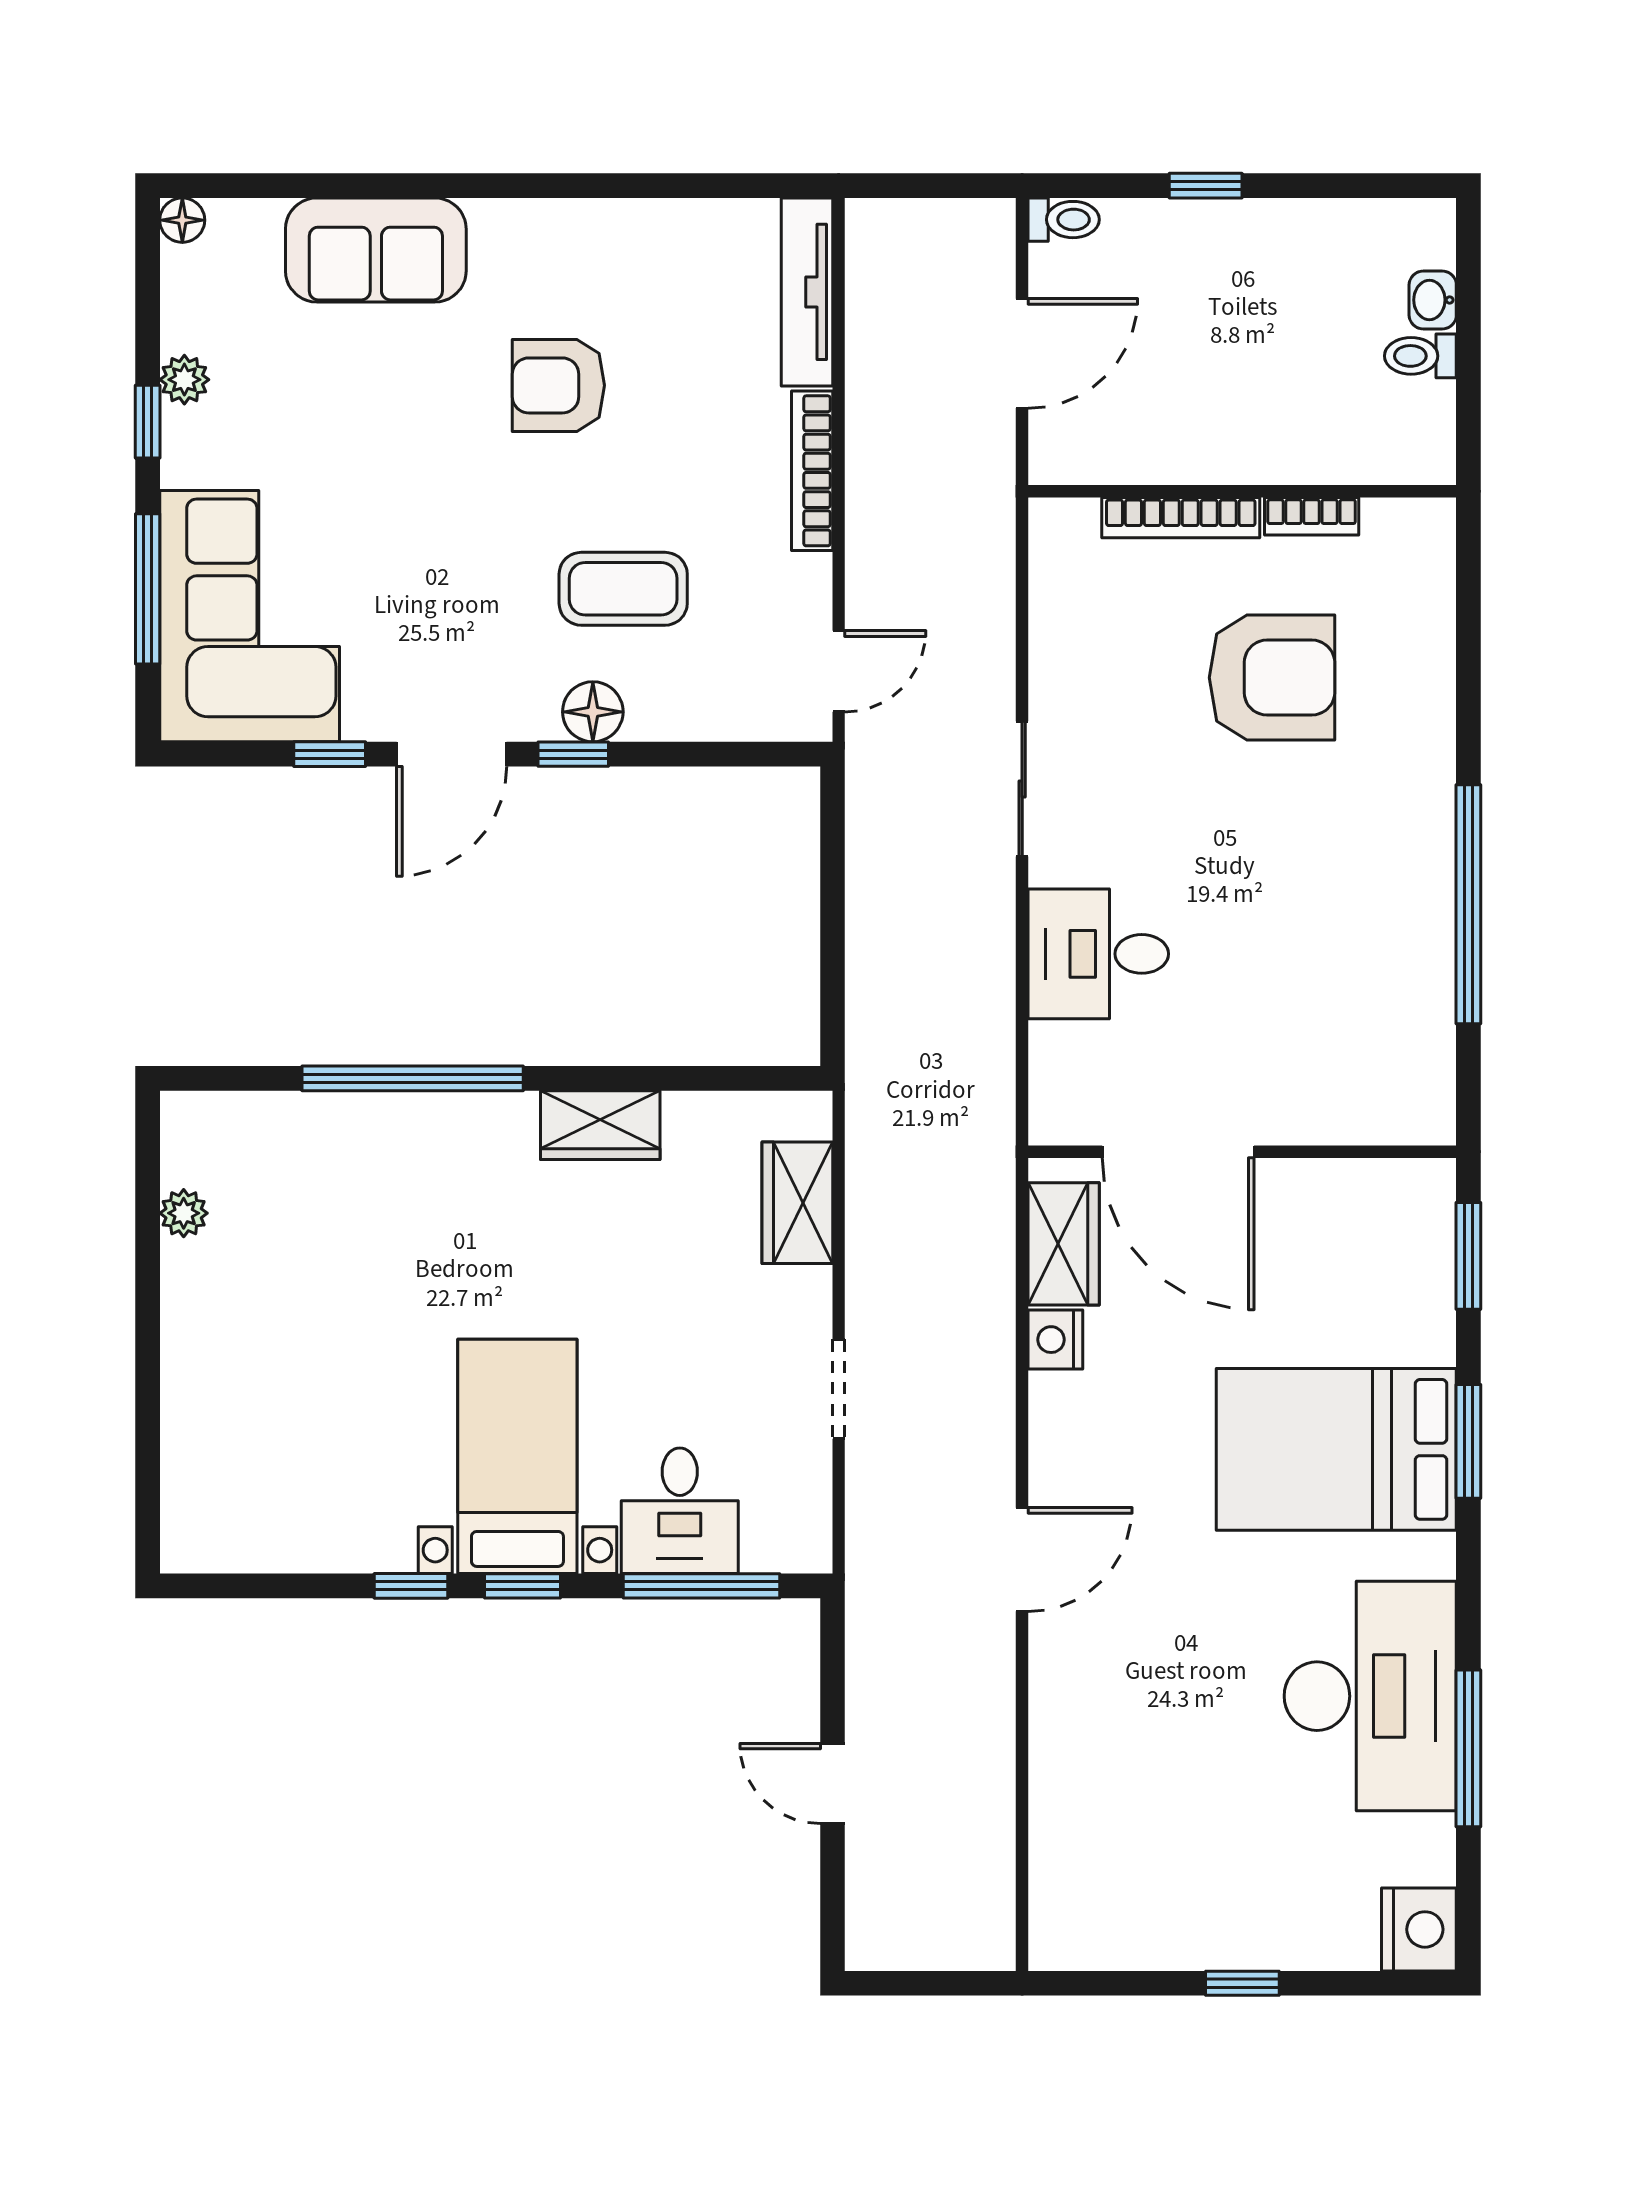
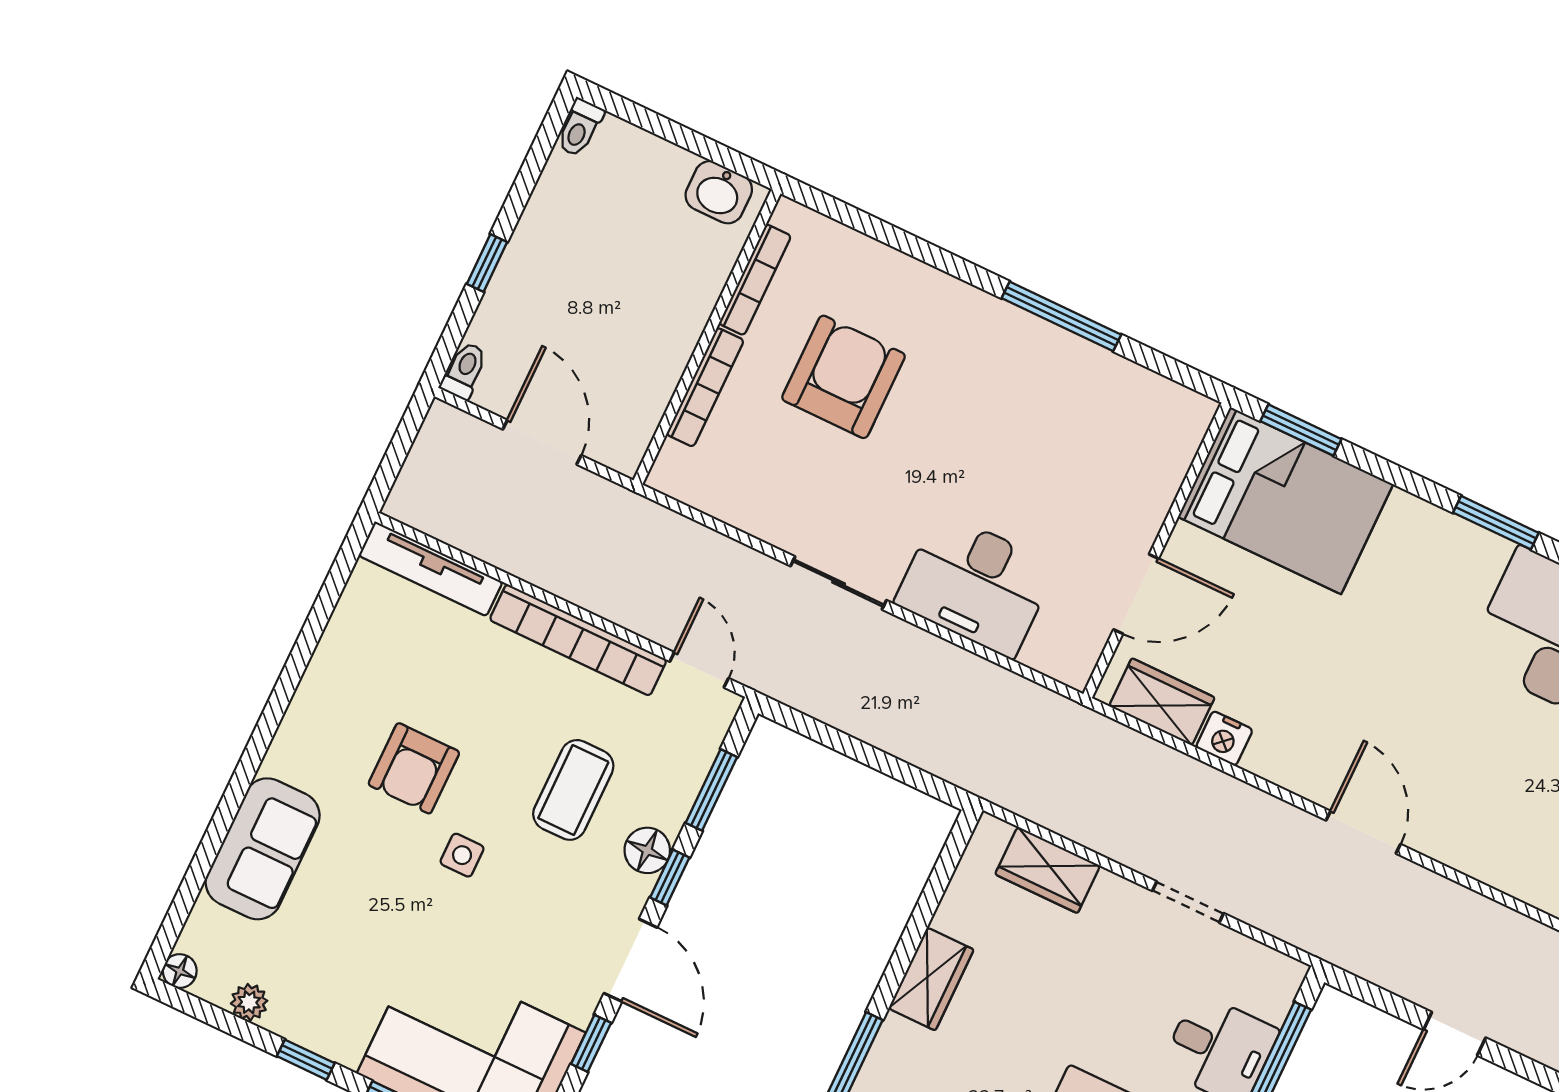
washbasin: (1433, 300) -> (719, 192), moved, width x1.38, depth x1.45
toilet: (1420, 356) -> (580, 128), moved
plant: (184, 380) -> (249, 1002), moved
bookcase: (812, 471) -> (578, 640), width x1.48, depth x1.31
side table: (482, 493) -> (462, 855), added
bookcase: (1312, 516) -> (755, 280), width x1.56
window: (702, 754) -> (711, 790), added
window: (1468, 904) -> (1061, 316), width x0.68
desk: (1098, 954) -> (976, 584), width x1.37
door: (1178, 1152) -> (1136, 594), width x0.73
window: (1468, 1441) -> (1496, 523), moved
bed: (1336, 1449) -> (1286, 501), moved, turned -90

